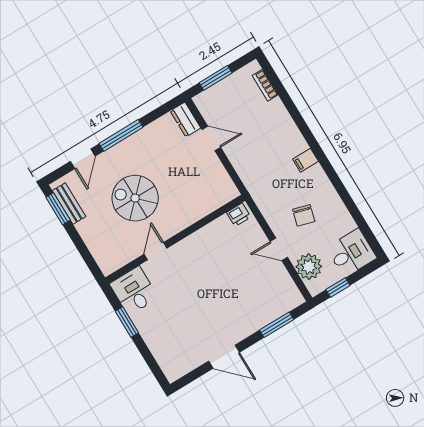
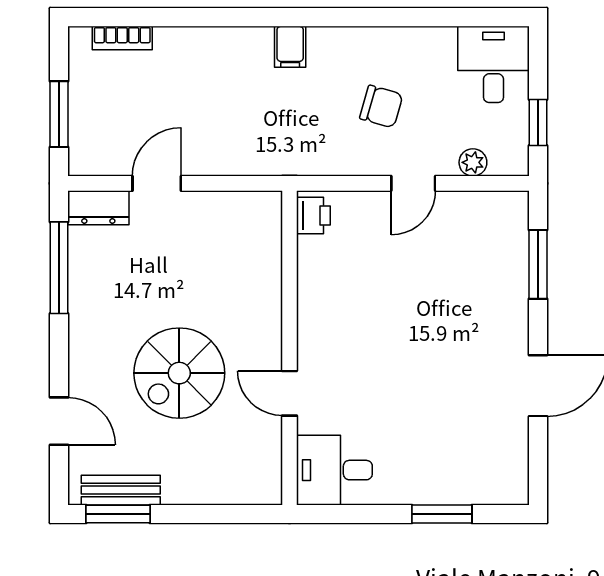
window: (121, 135) -> (59, 268), moved
plant: (309, 267) -> (473, 162), width x0.53, depth x0.53
window: (127, 322) -> (442, 514), moved

